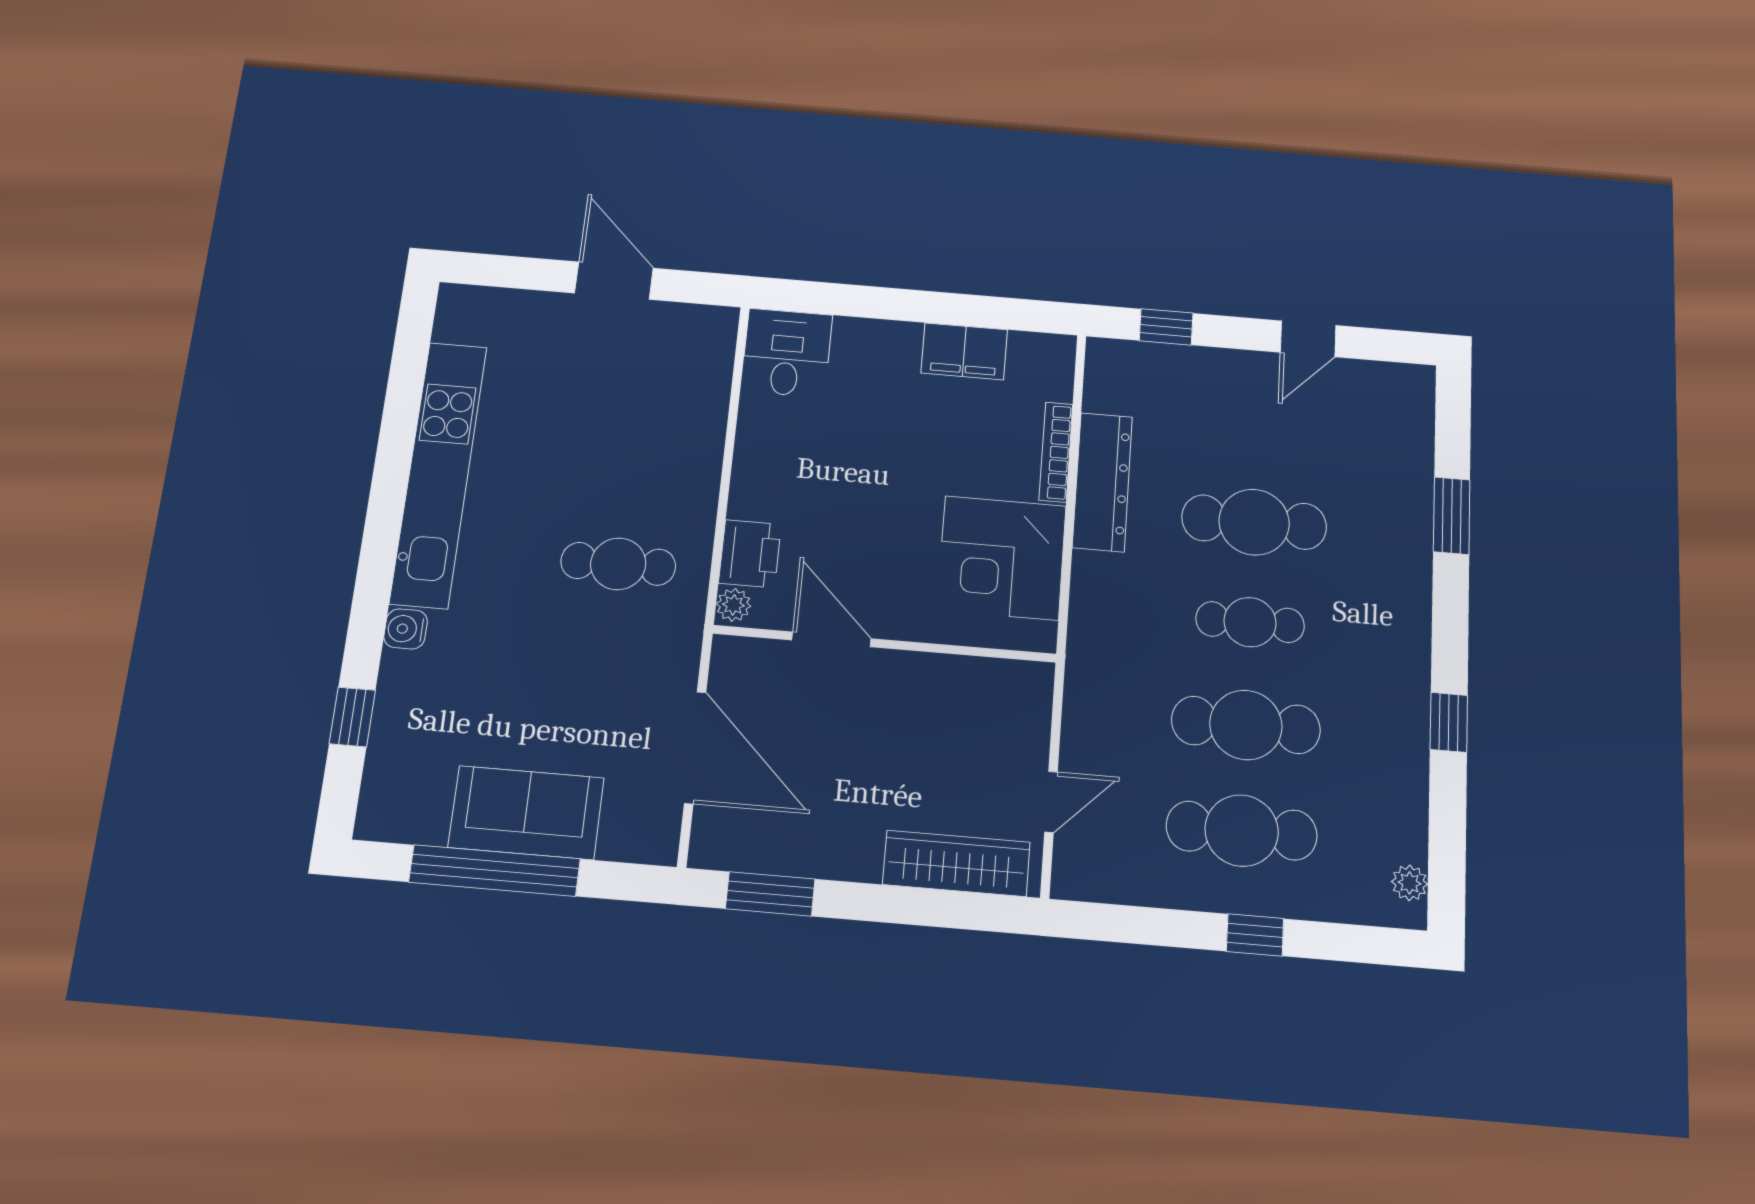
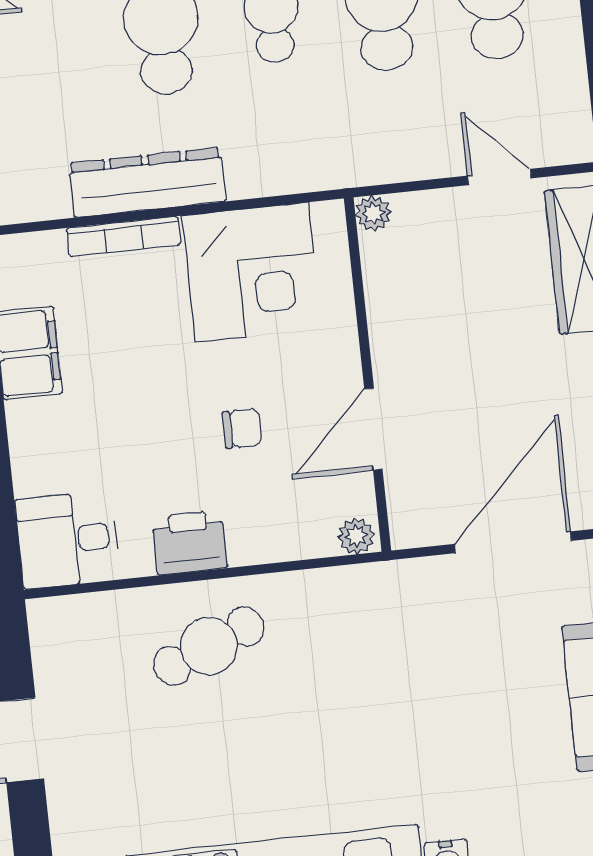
chair: (857, 522) -> (242, 428), added
printer: (750, 554) -> (190, 543), moved
cafe table: (618, 564) -> (209, 646), moved, turned 68
plant: (1037, 678) -> (373, 213), added

